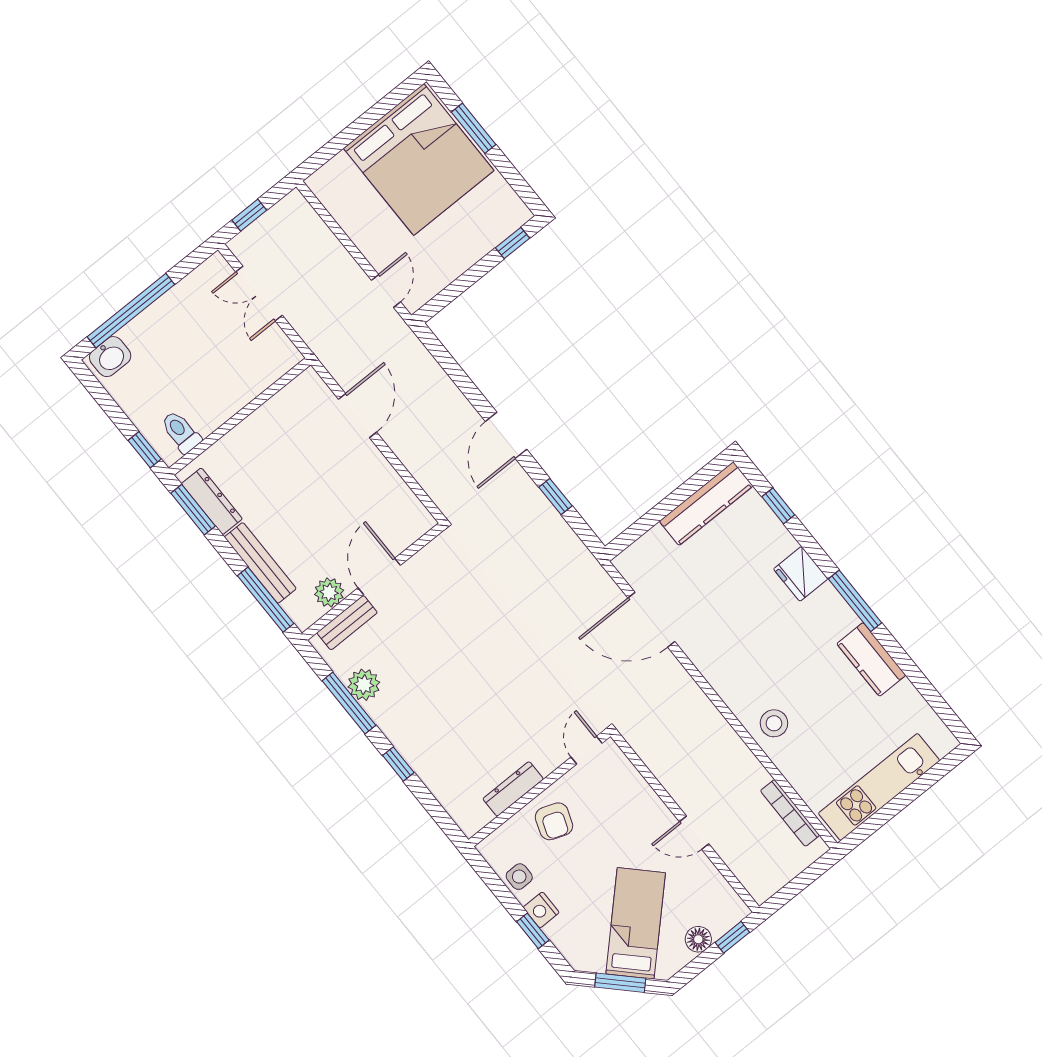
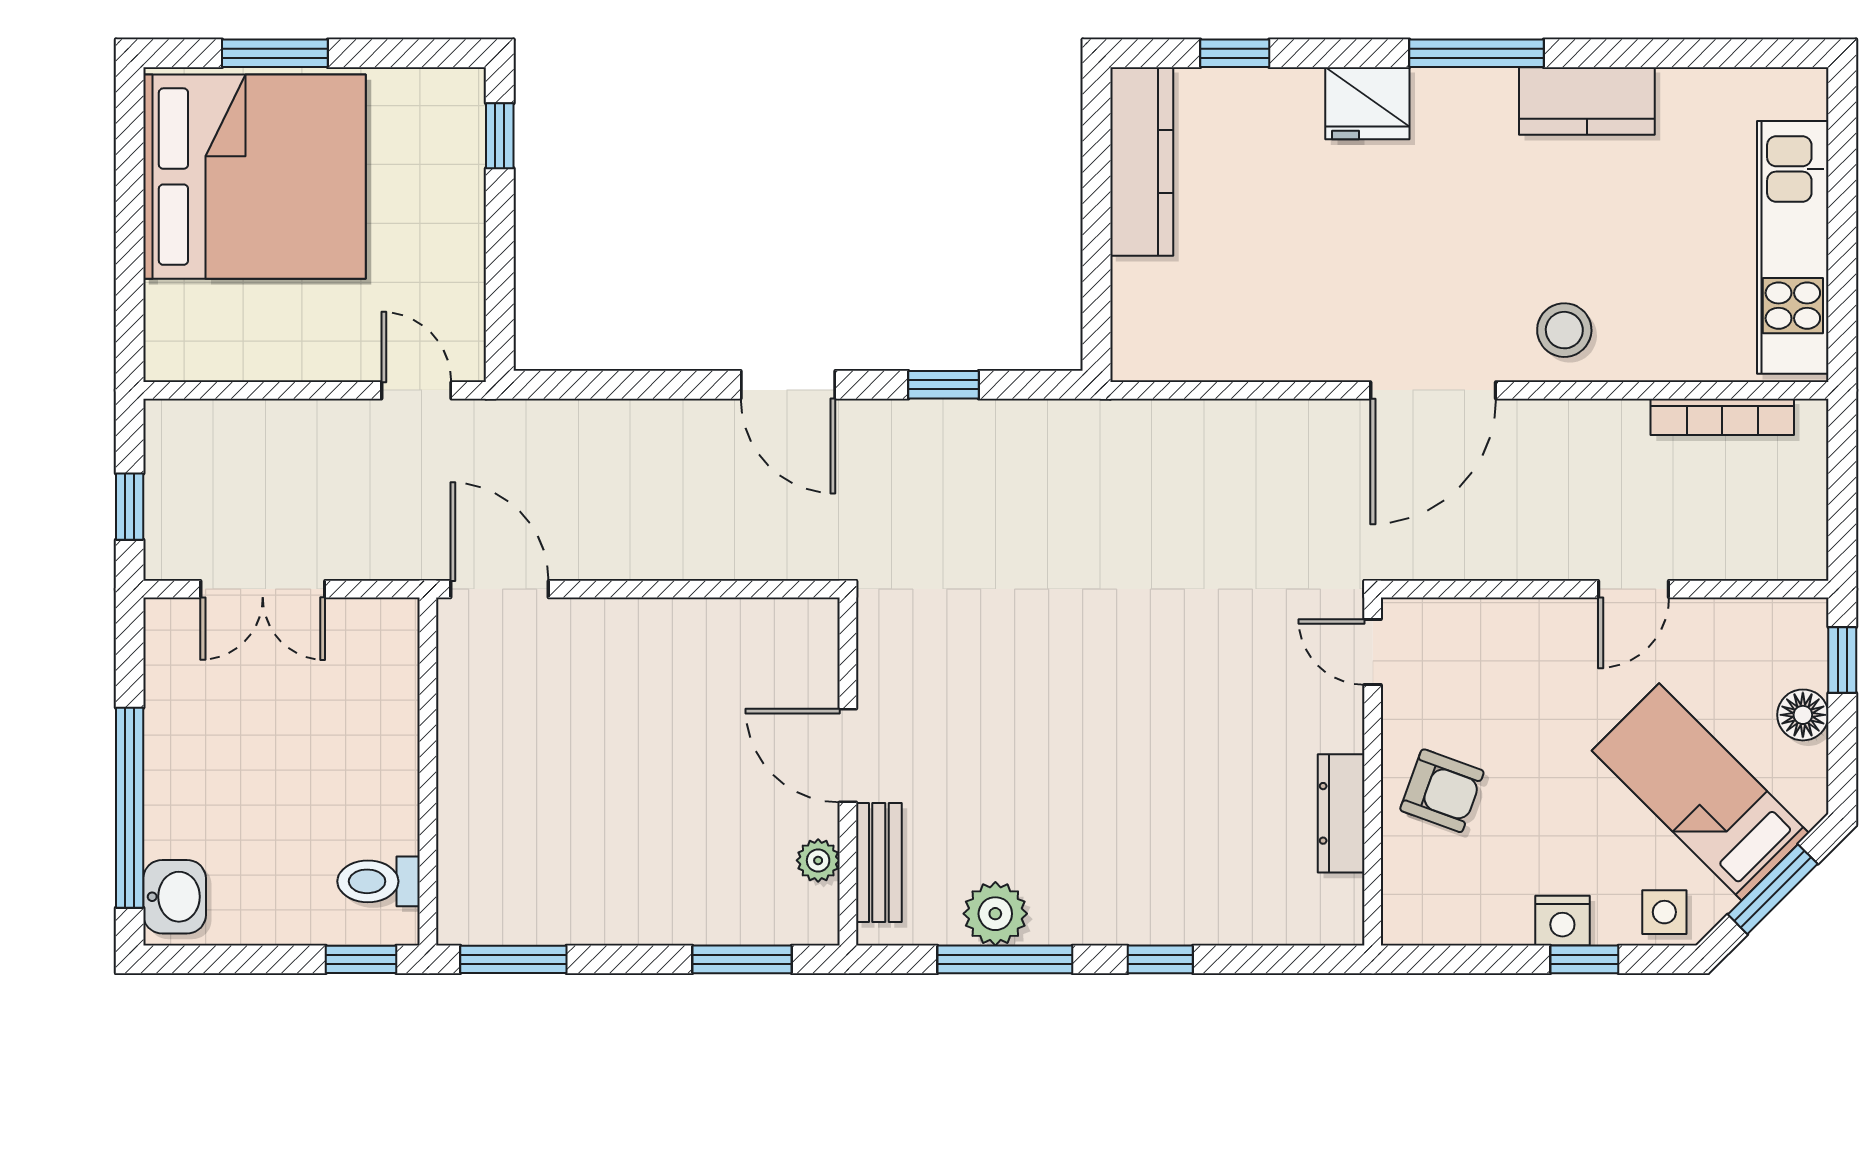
door: (358, 416) -> (499, 589), moved
dresser: (212, 501) -> (524, 920), removed
bench: (260, 563) -> (679, 922), removed
plant: (329, 592) -> (818, 860), width x0.73, depth x0.73
window: (266, 600) -> (742, 959), width x0.69
door: (651, 620) -> (1433, 390), moved
side table: (519, 877) -> (1664, 912), moved

